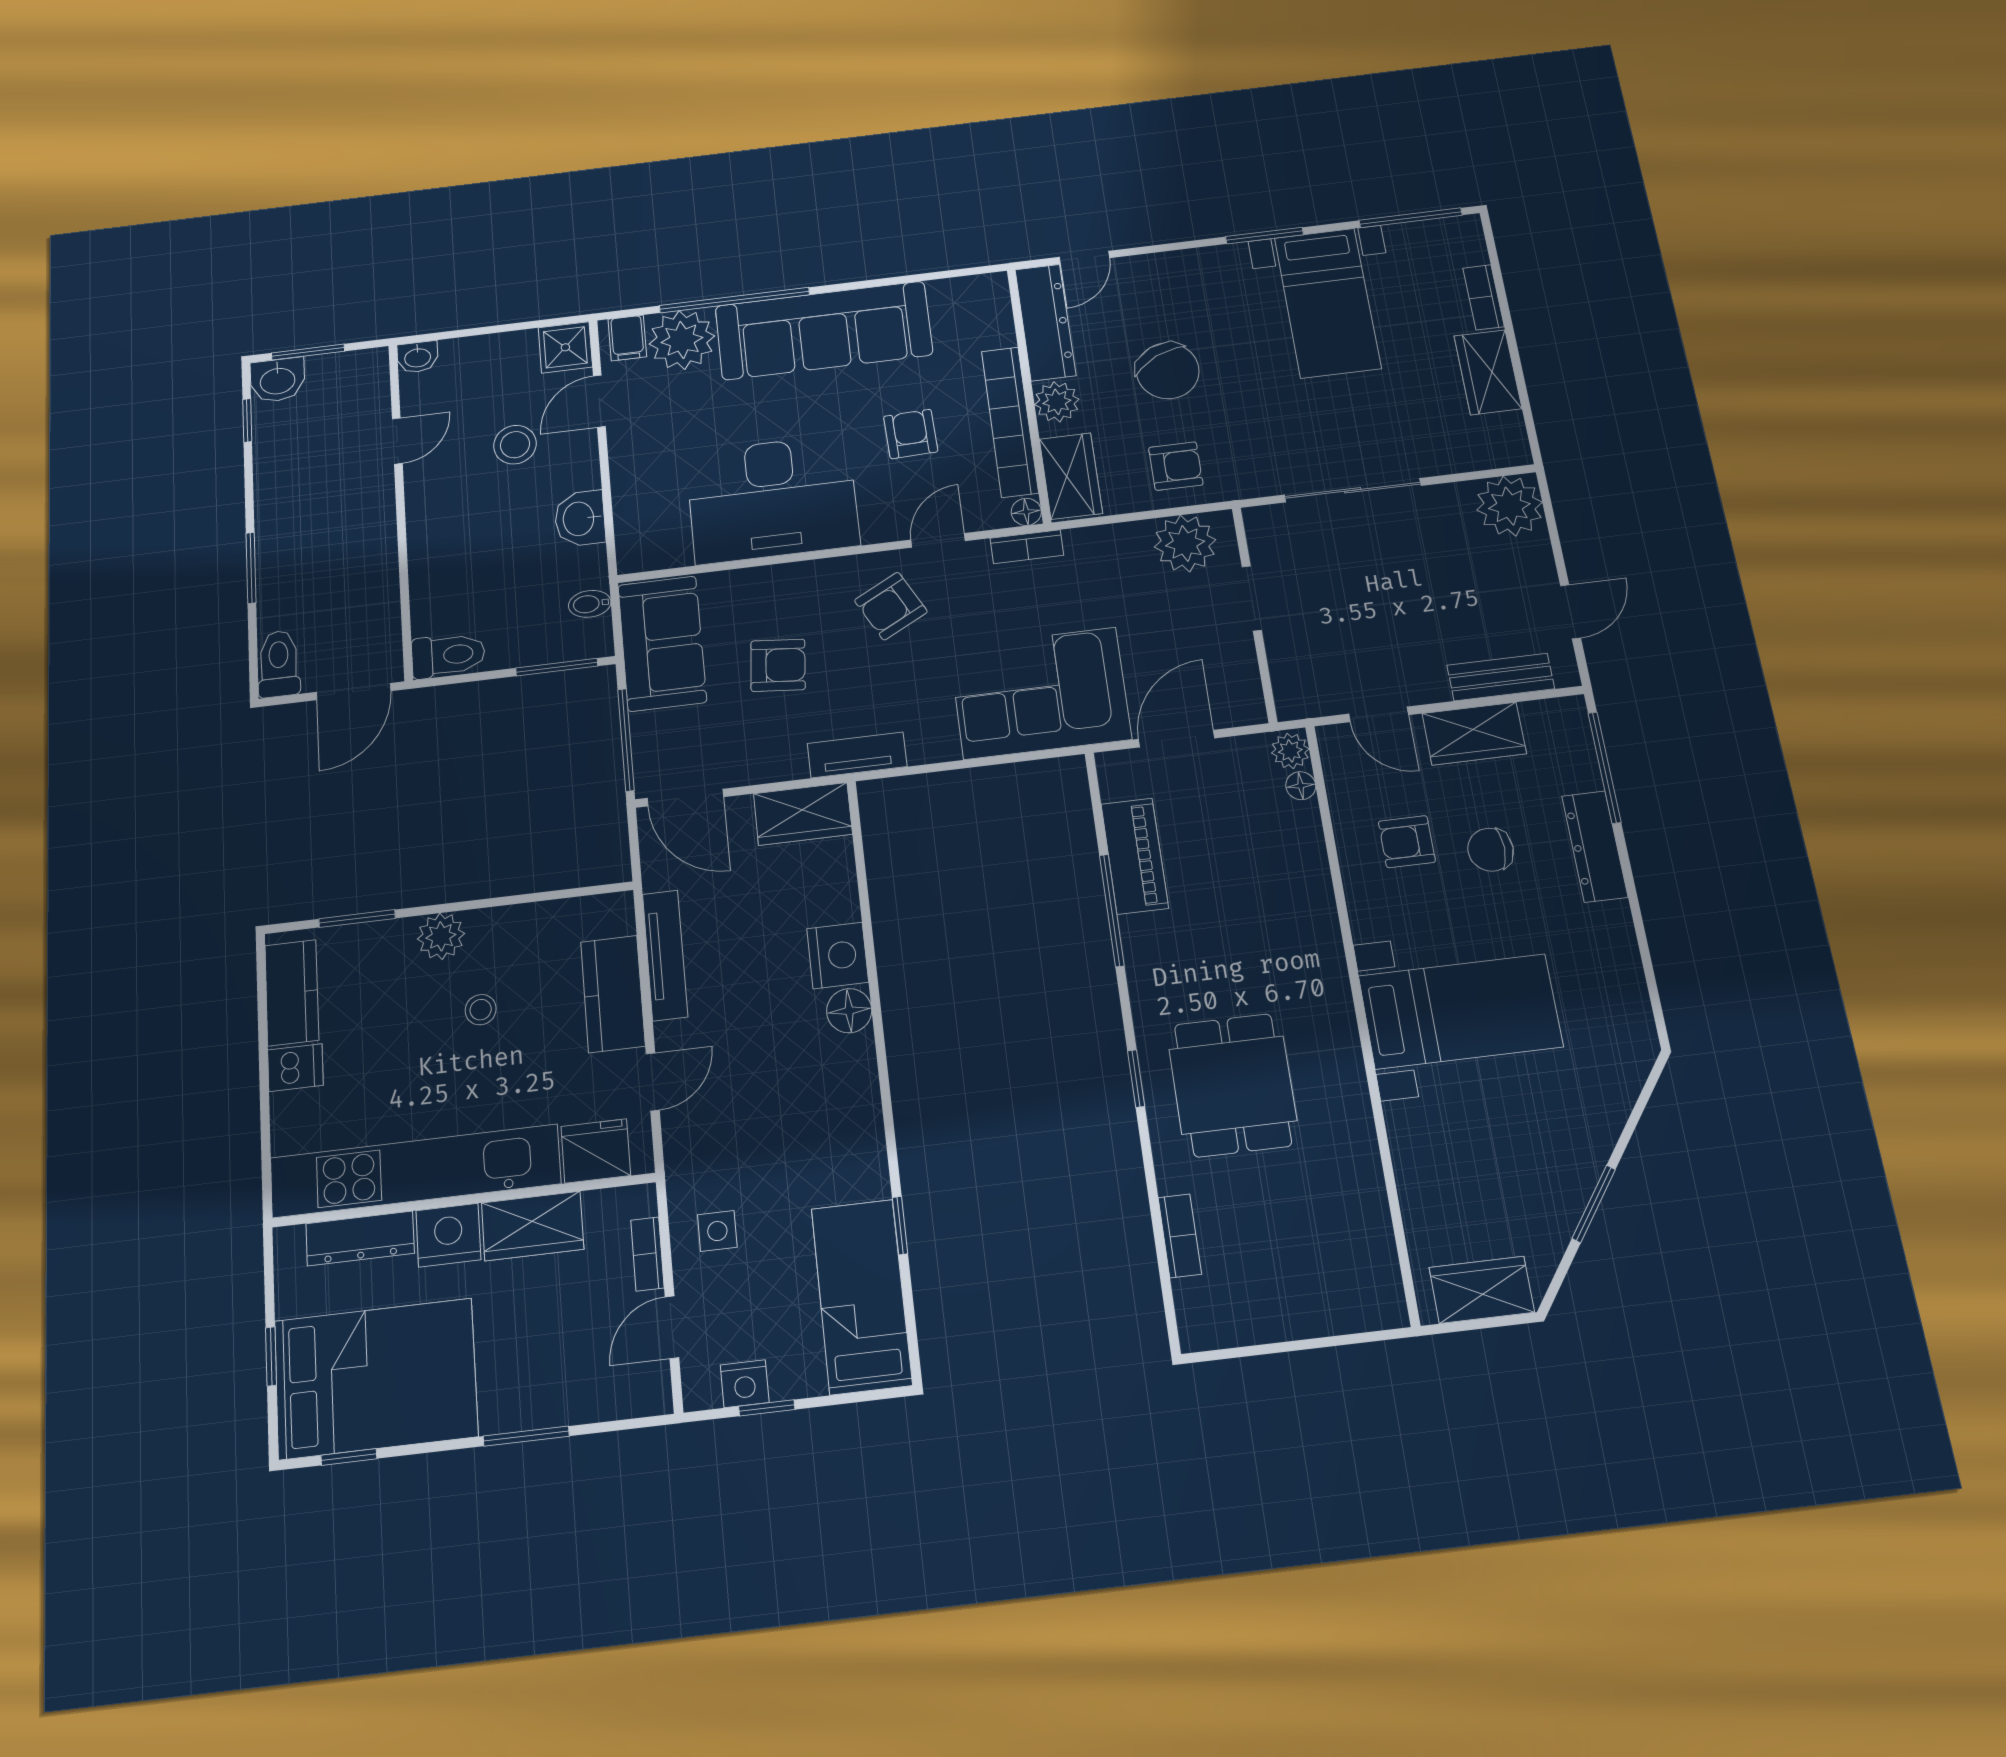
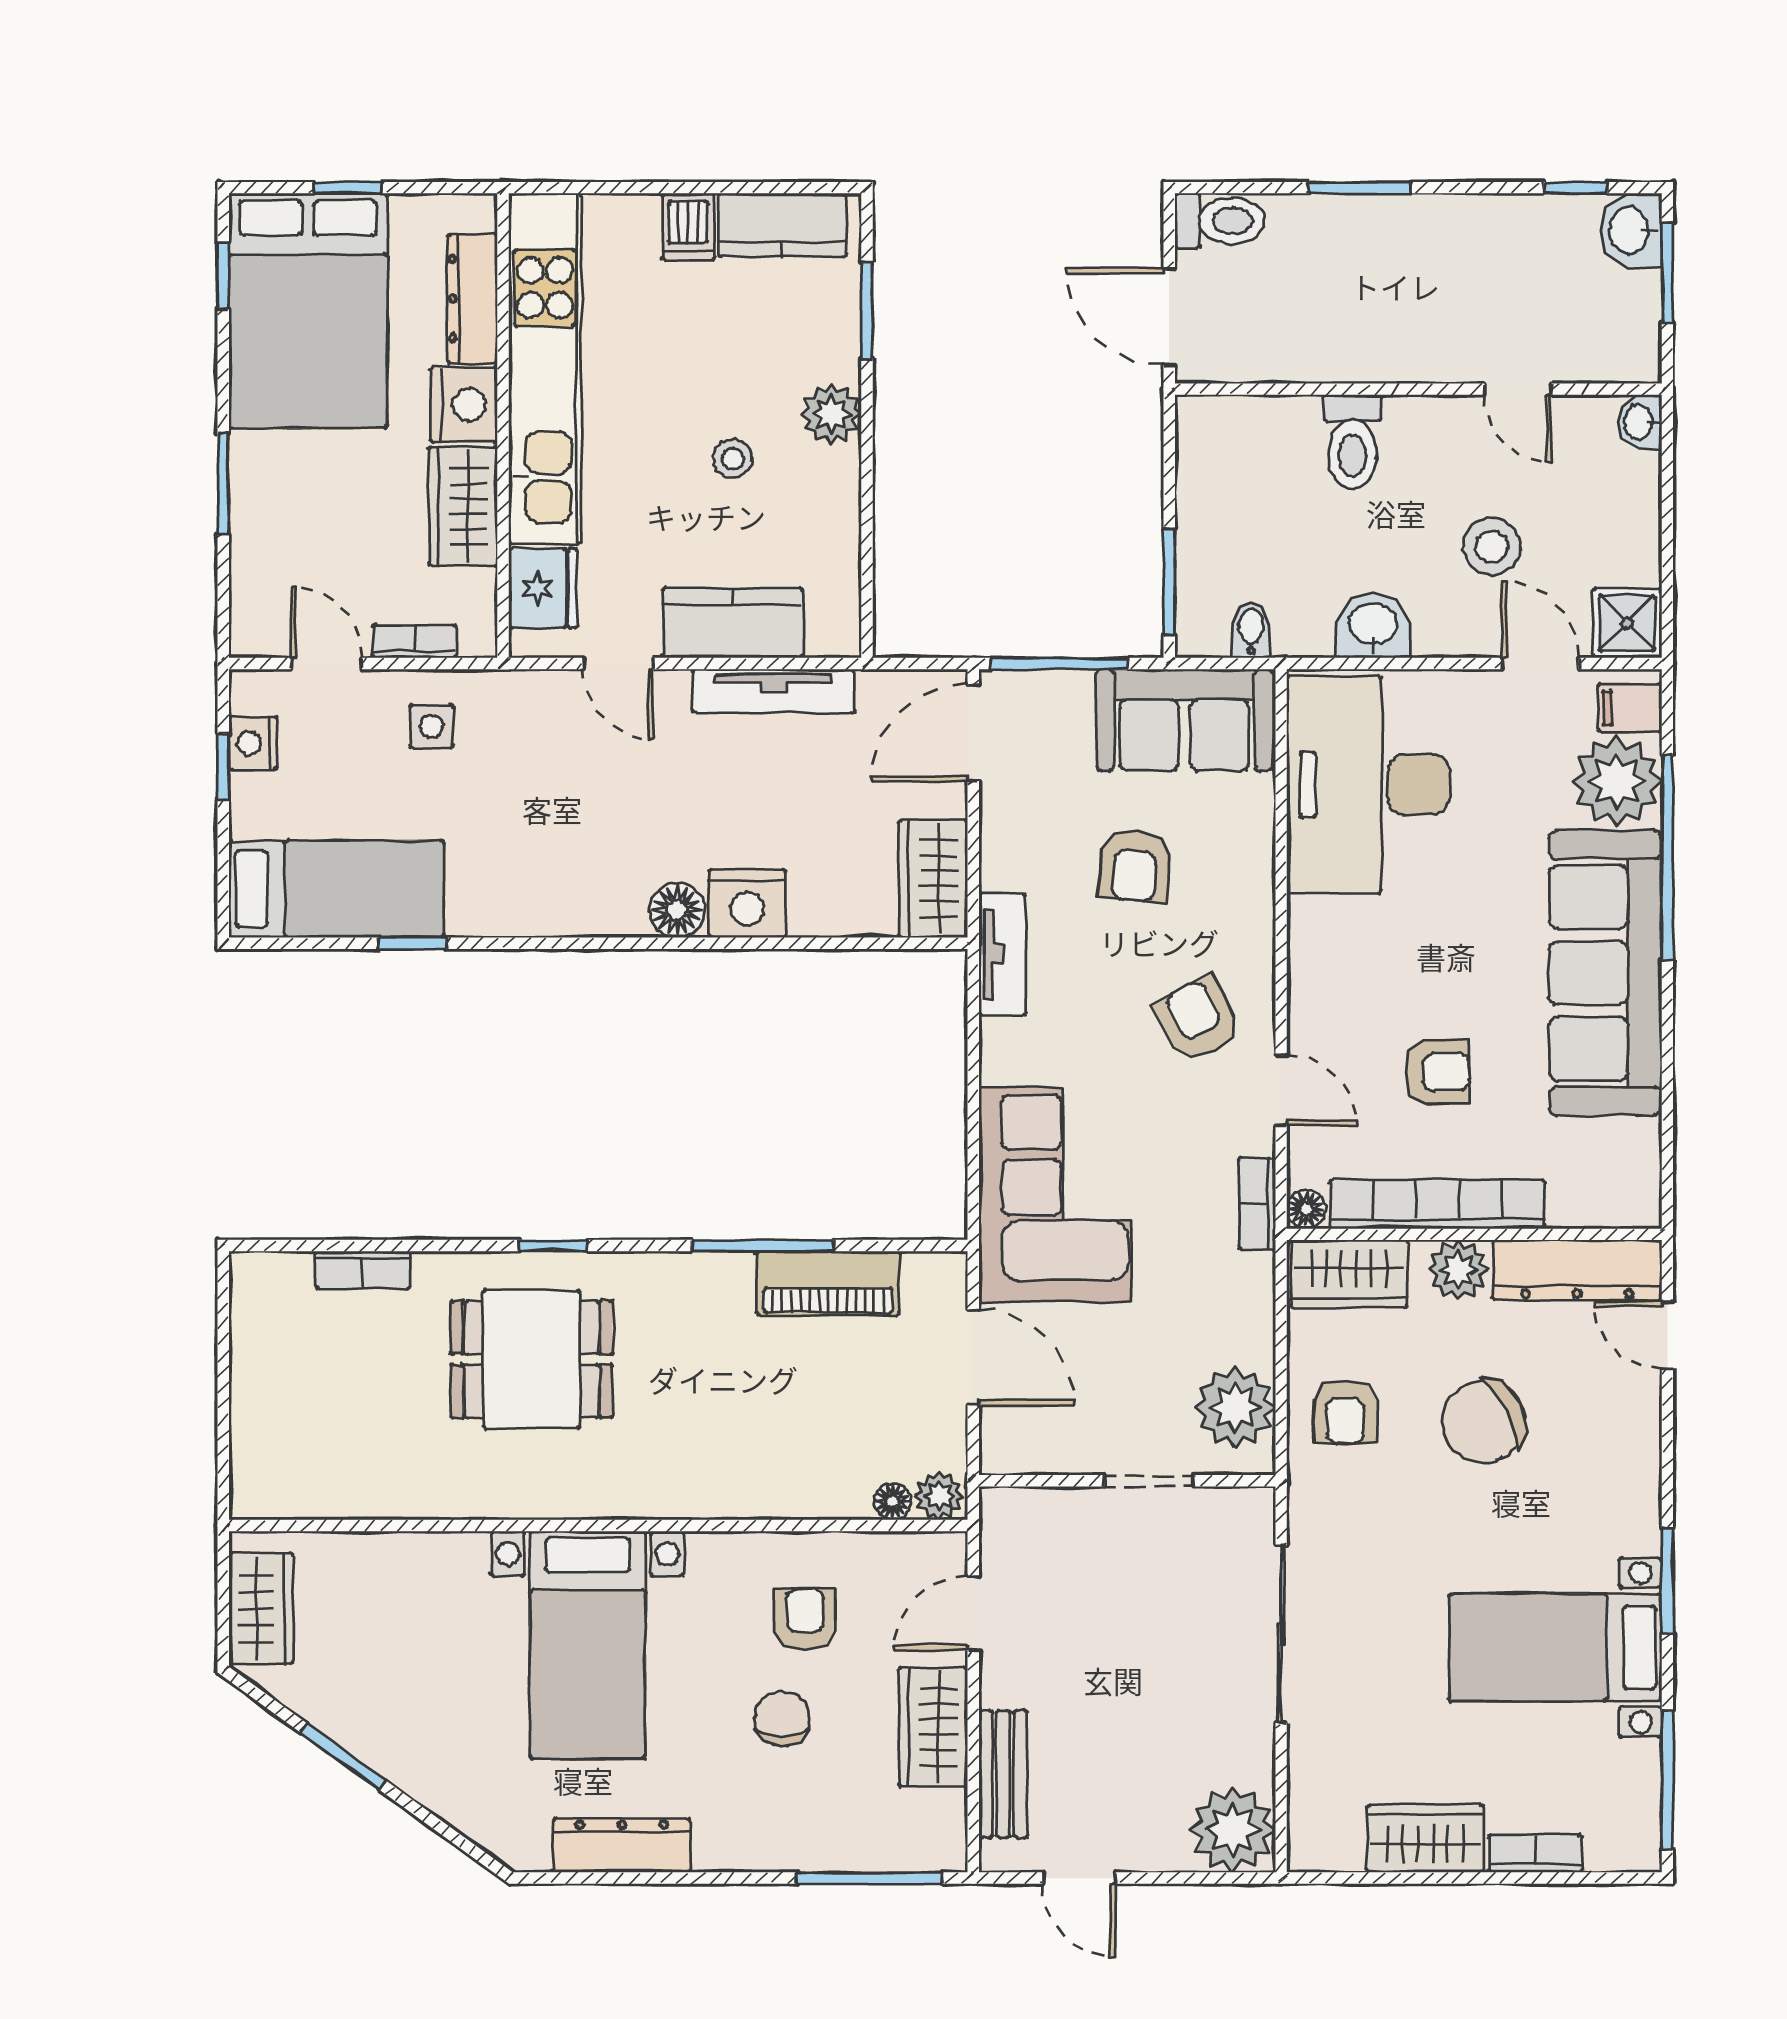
desk: (772, 499) -> (1368, 785), moved
toilet: (448, 655) -> (1352, 442), moved
dresser: (1595, 846) -> (622, 1846), moved

